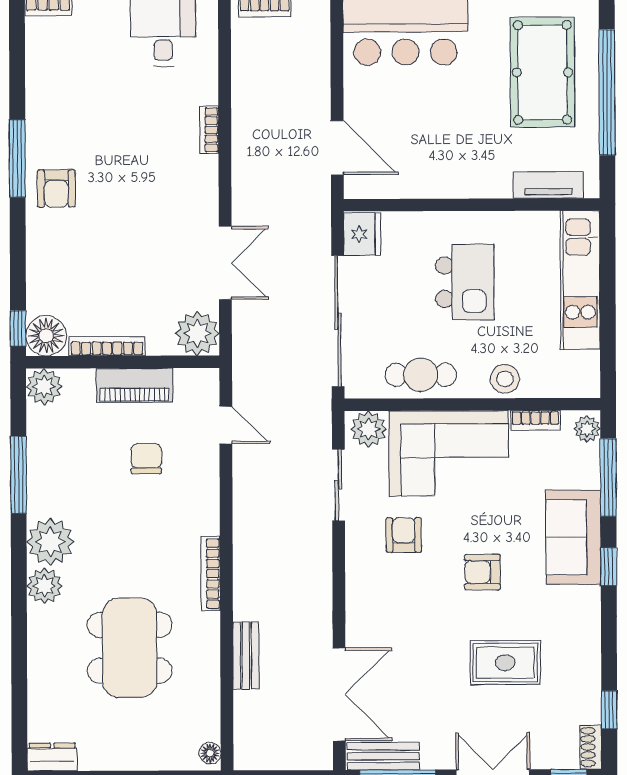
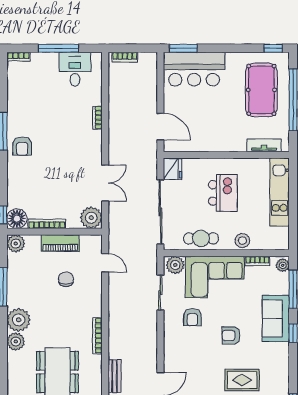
armchair: (404, 535) -> (192, 317), turned 180

